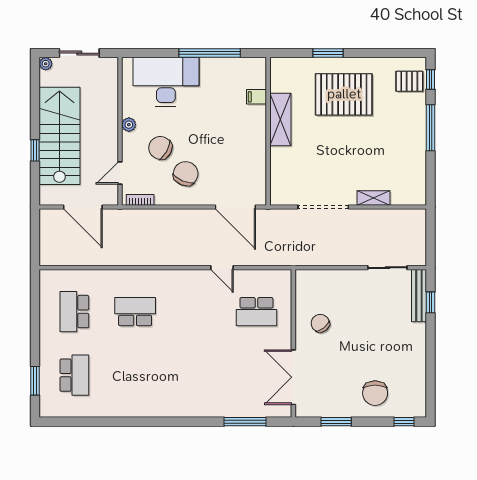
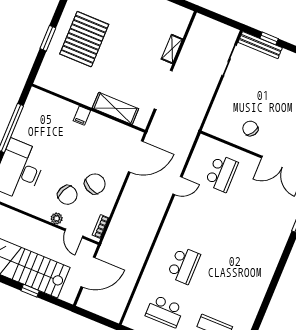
filing cabinet: (257, 97) -> (82, 116), moved
shelving: (280, 119) -> (115, 108), moved
plant: (129, 125) -> (57, 218), moved
chair: (160, 148) -> (67, 195), turned -95
chair: (186, 174) -> (95, 184), turned 96
school desk: (135, 312) -> (184, 265), turned 180
chair: (320, 323) -> (250, 128), turned 71

